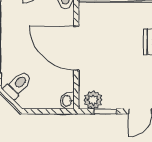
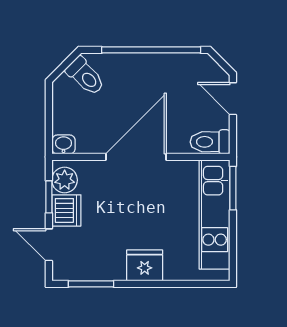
dishwasher: (115, 99) -> (66, 210), added

